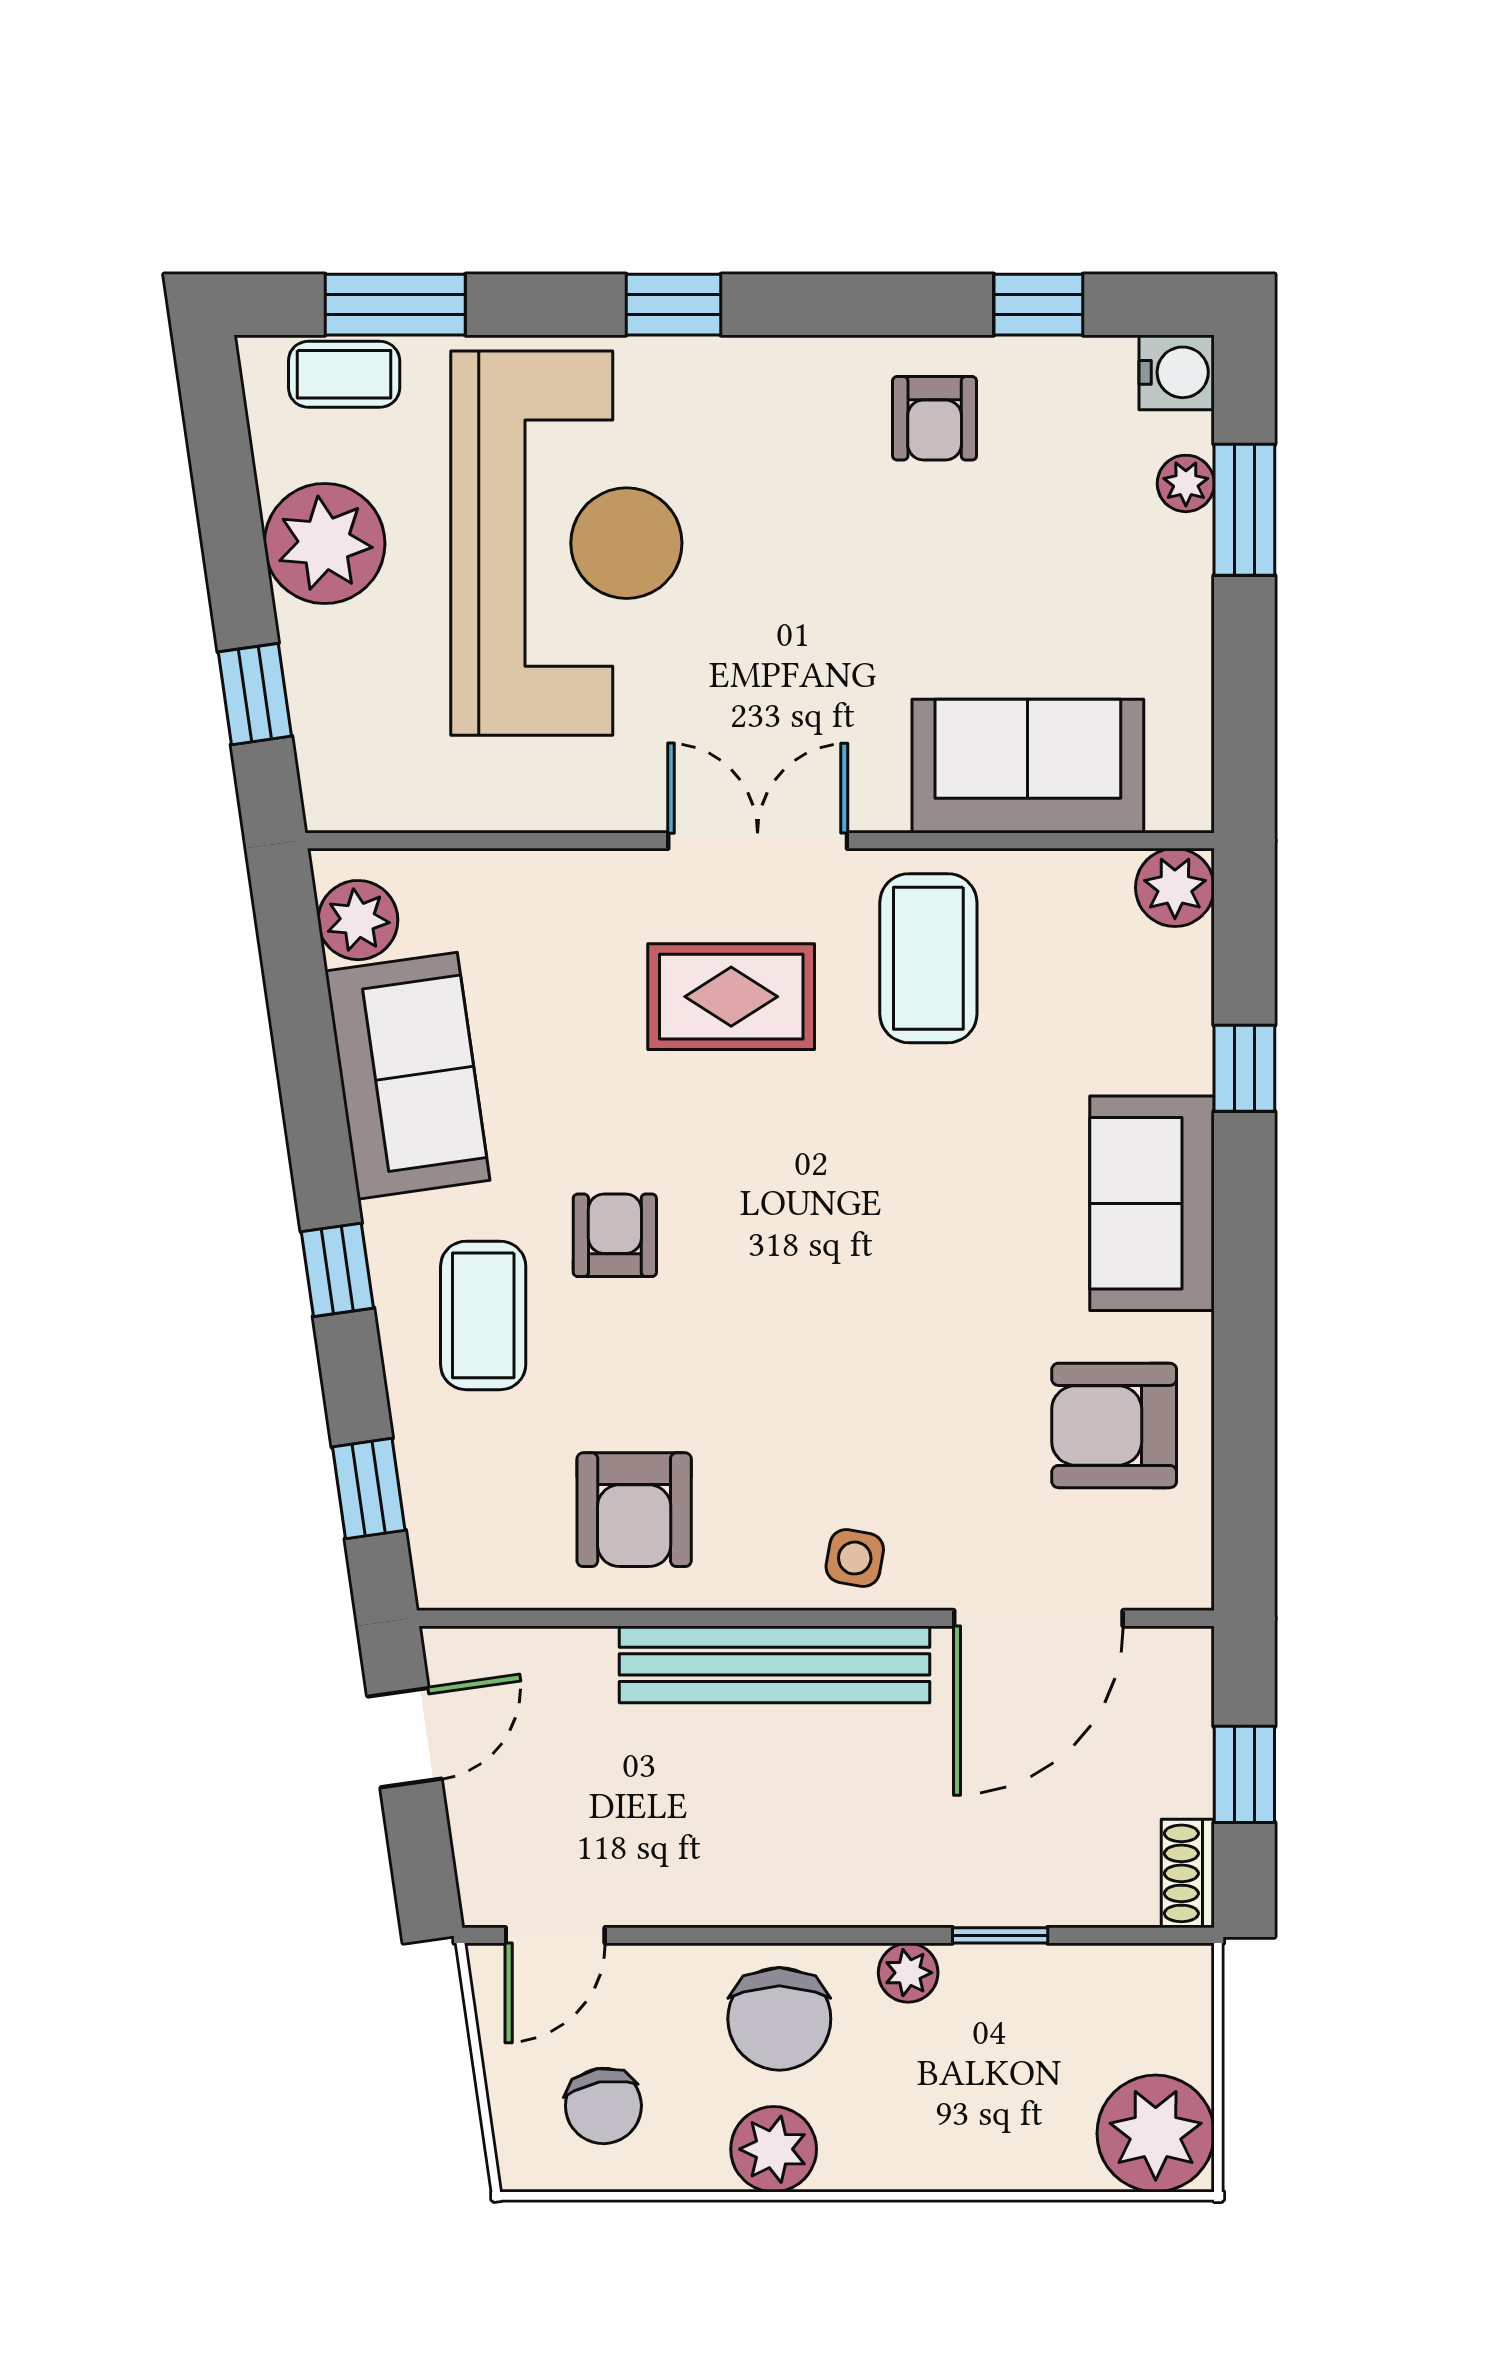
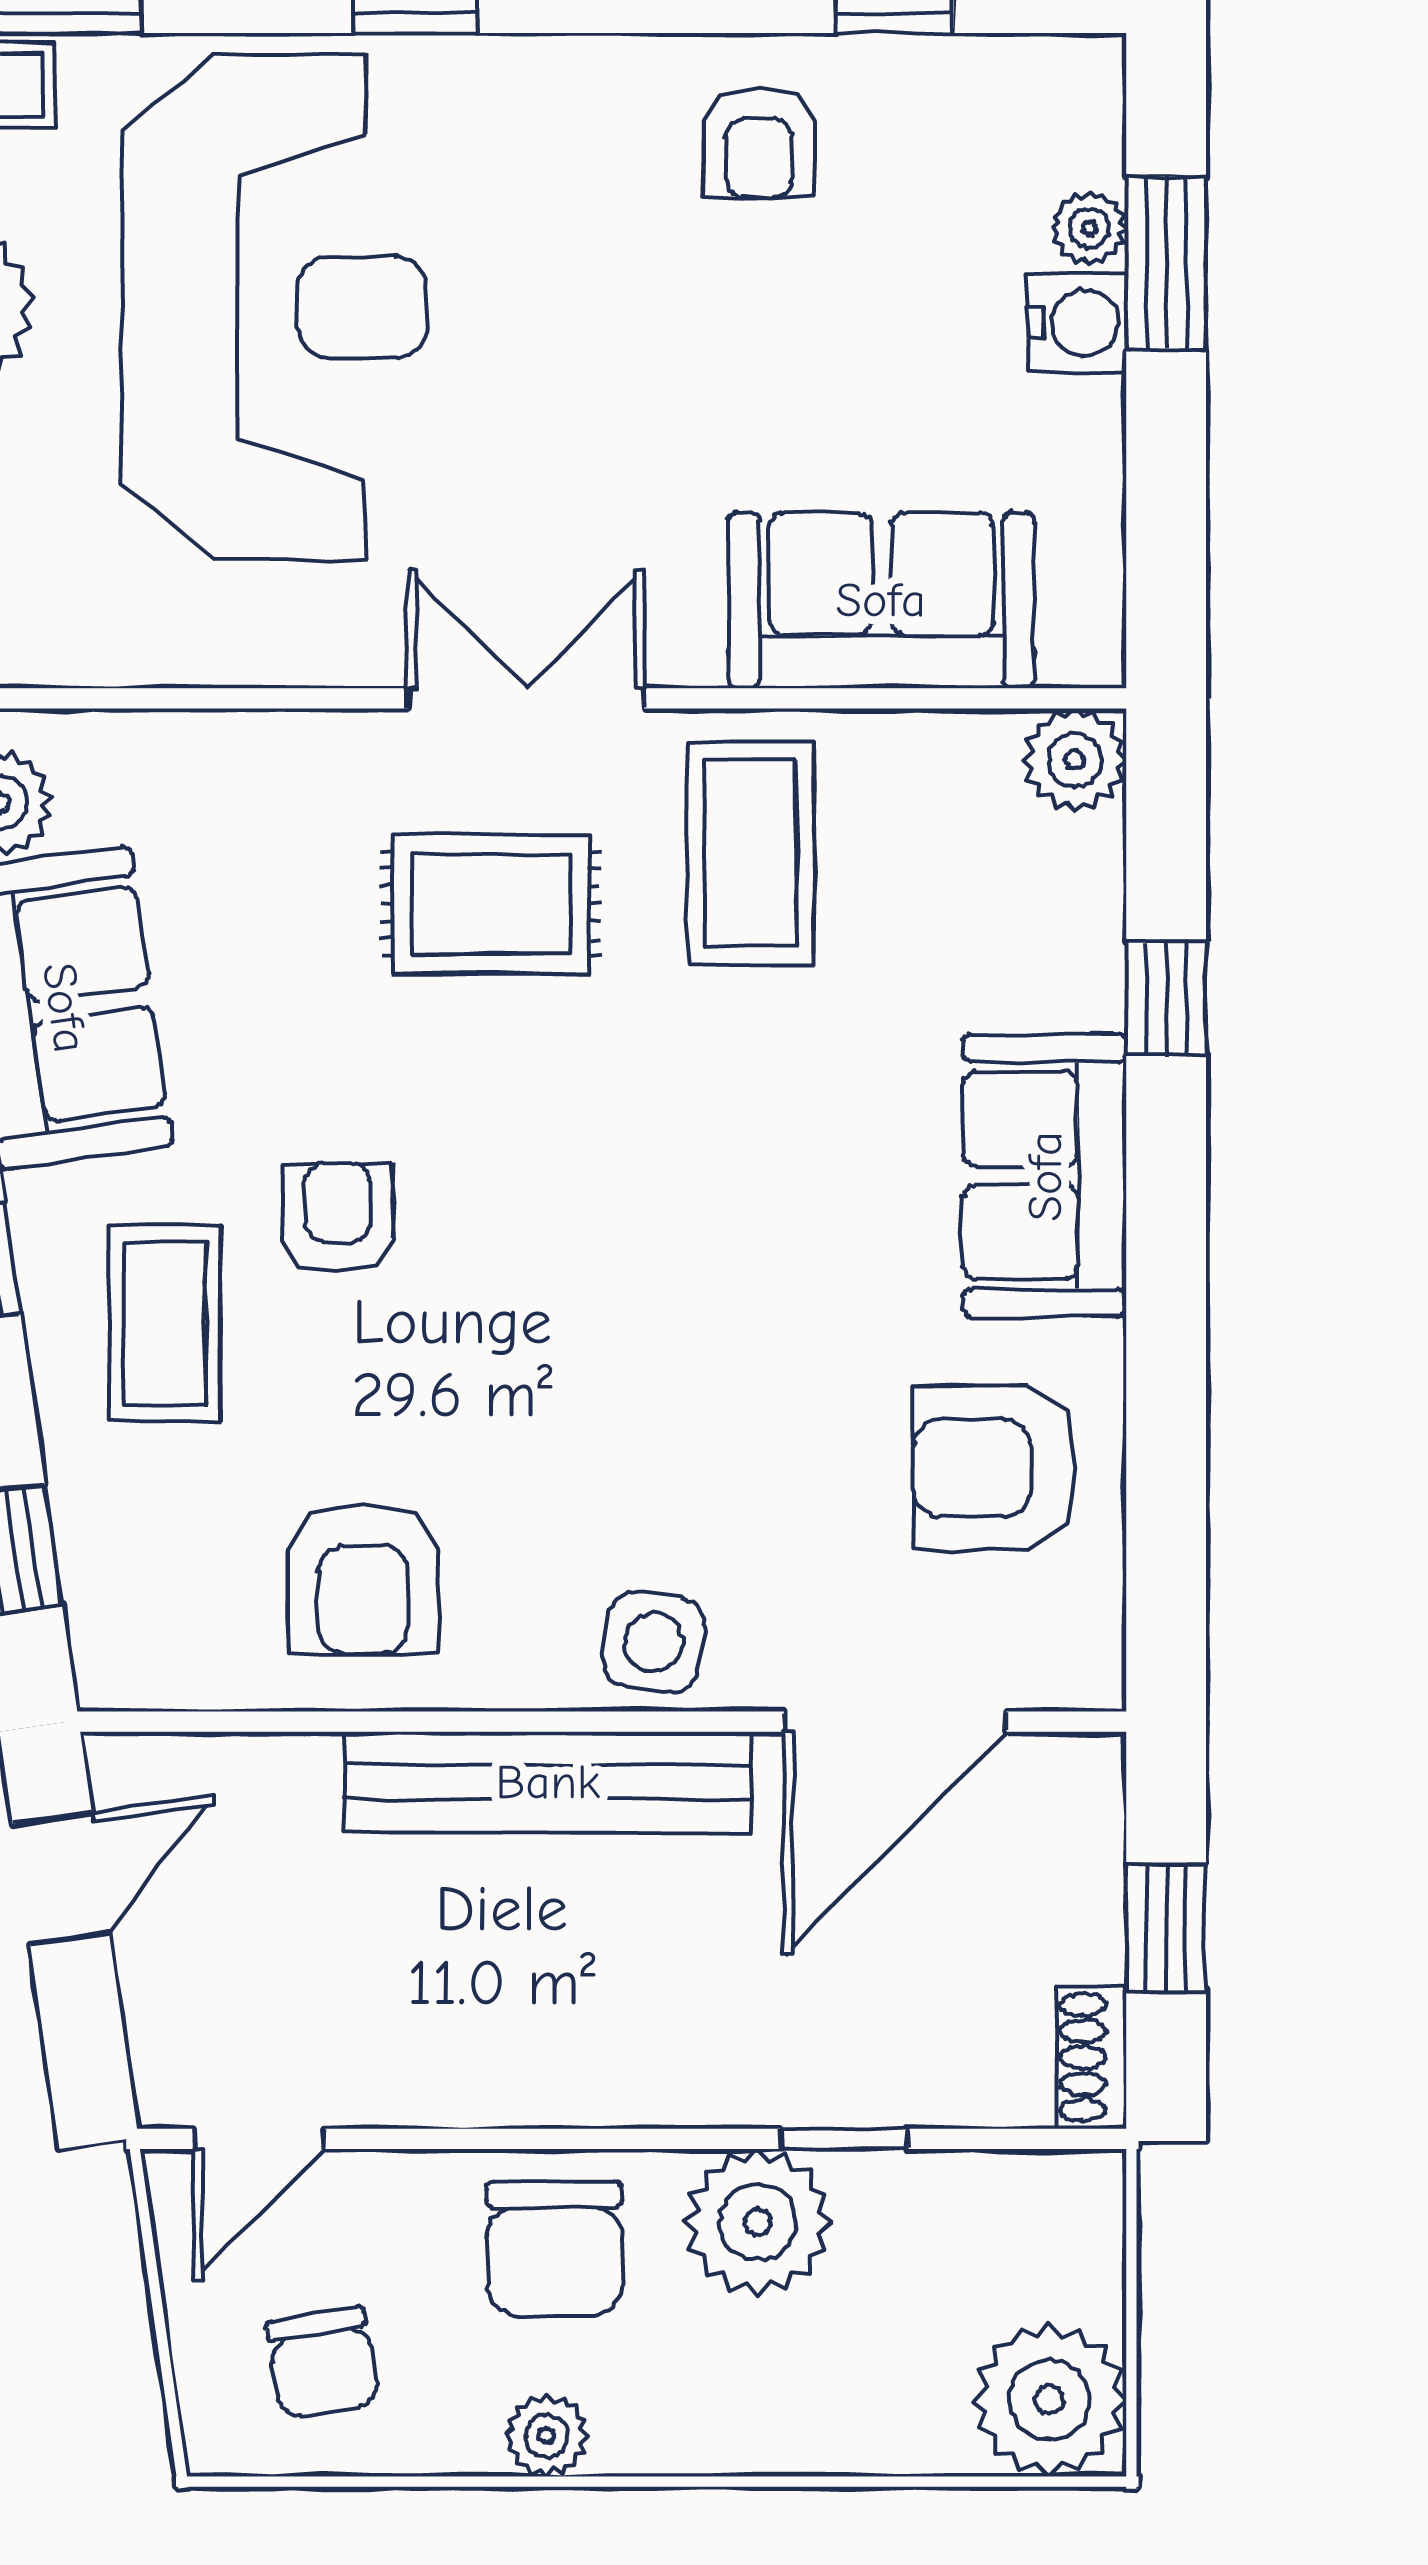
water cooler: (1177, 372) -> (1077, 323), moved
side table: (855, 1558) -> (653, 1642), width x1.37, depth x1.37
plant: (908, 1973) -> (758, 2222), width x1.87, depth x1.87
plant: (774, 2149) -> (547, 2436), width x0.73, depth x0.73

